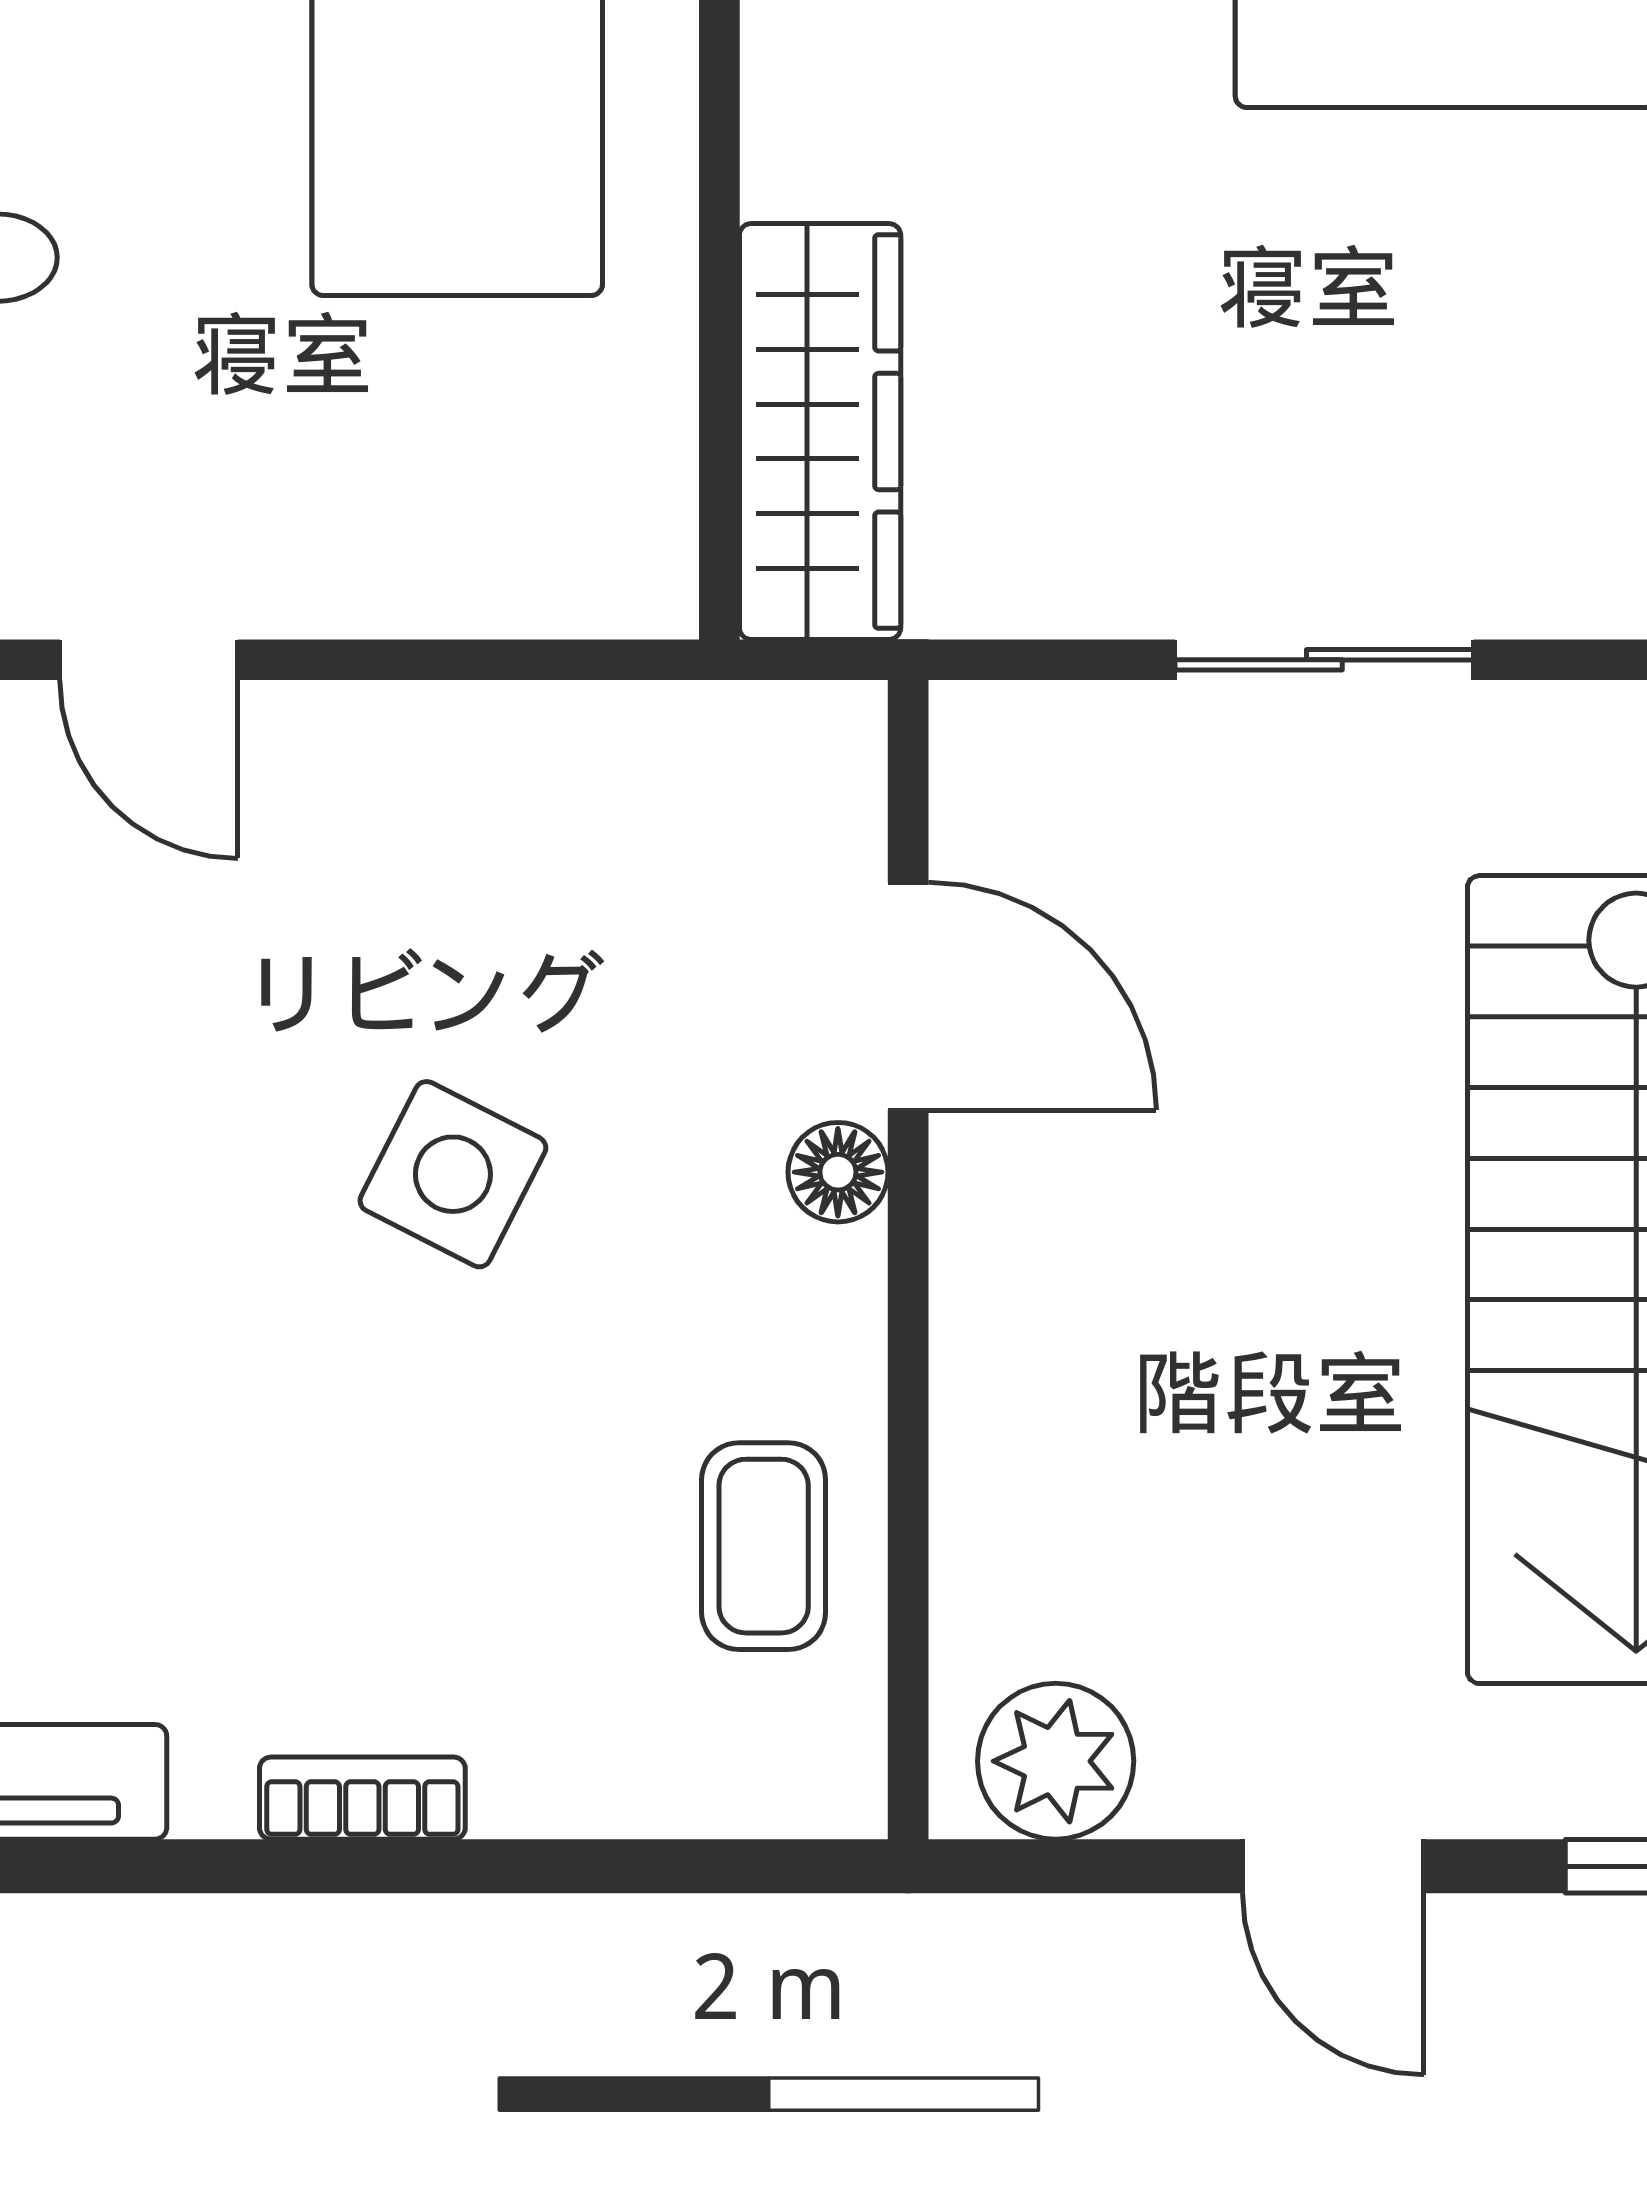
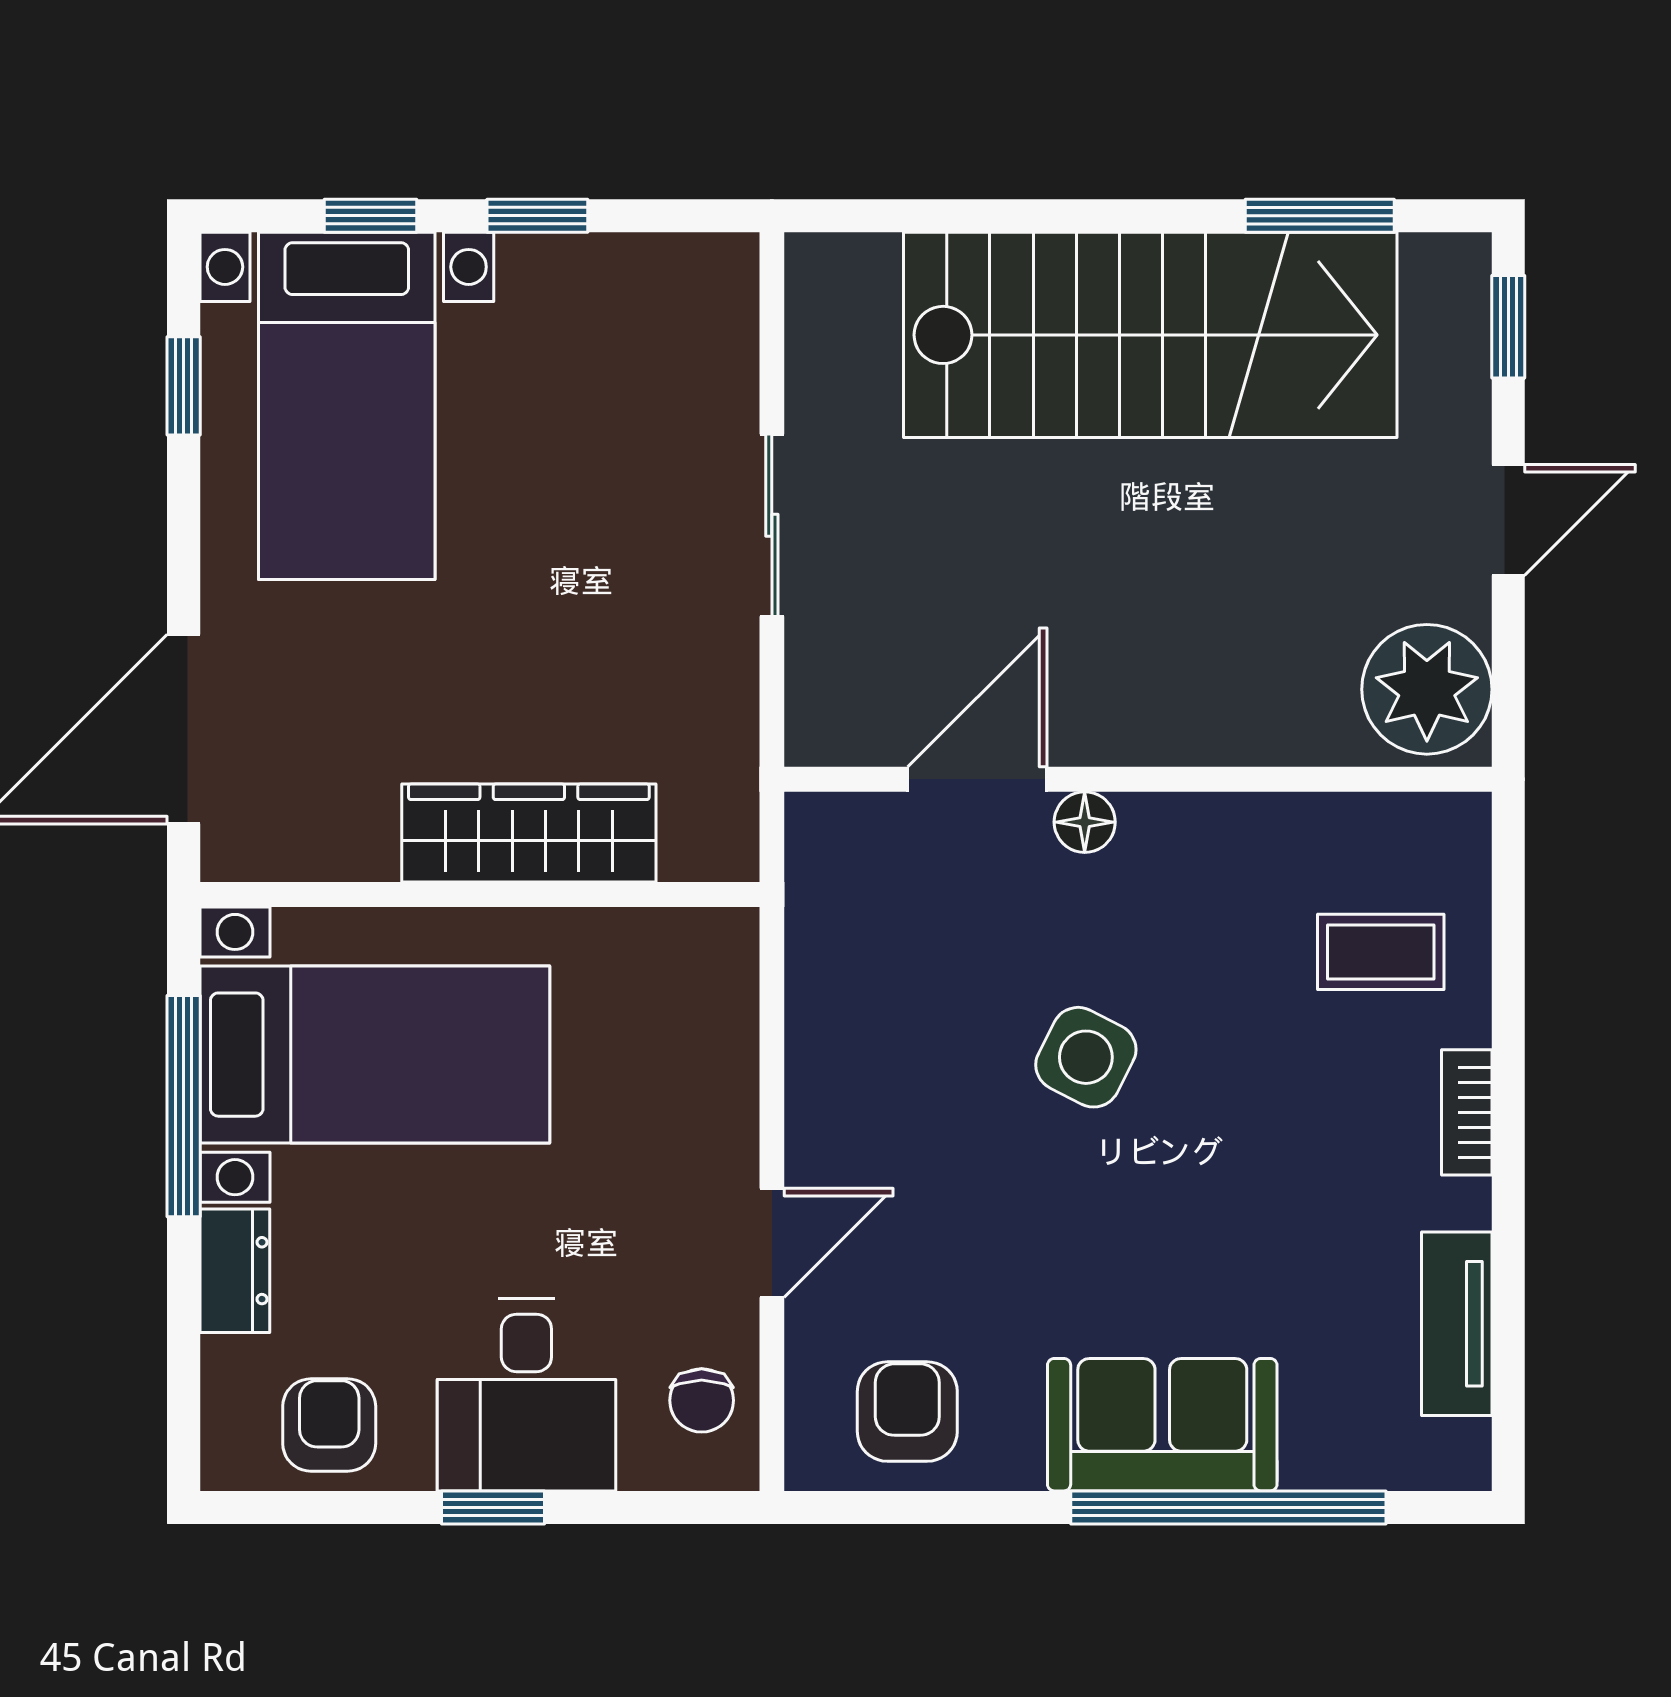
wardrobe: (820, 432) -> (529, 833), moved
coffee table: (764, 1546) -> (1381, 952), moved
plant: (1056, 1761) -> (1427, 689), width x1.36, depth x1.36

